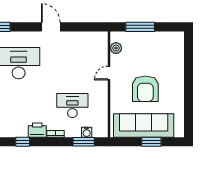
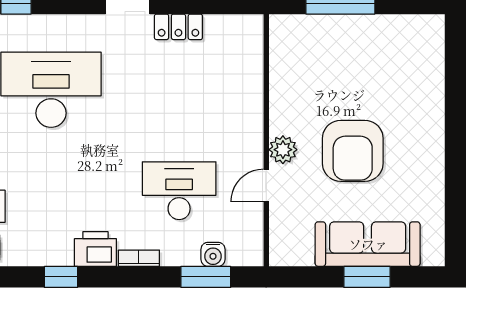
locker: (72, 37) -> (178, 27), added
plant: (116, 48) -> (283, 150), moved
door: (109, 73) -> (266, 185), moved
sofa: (144, 125) -> (368, 244), width x0.74, depth x0.79

